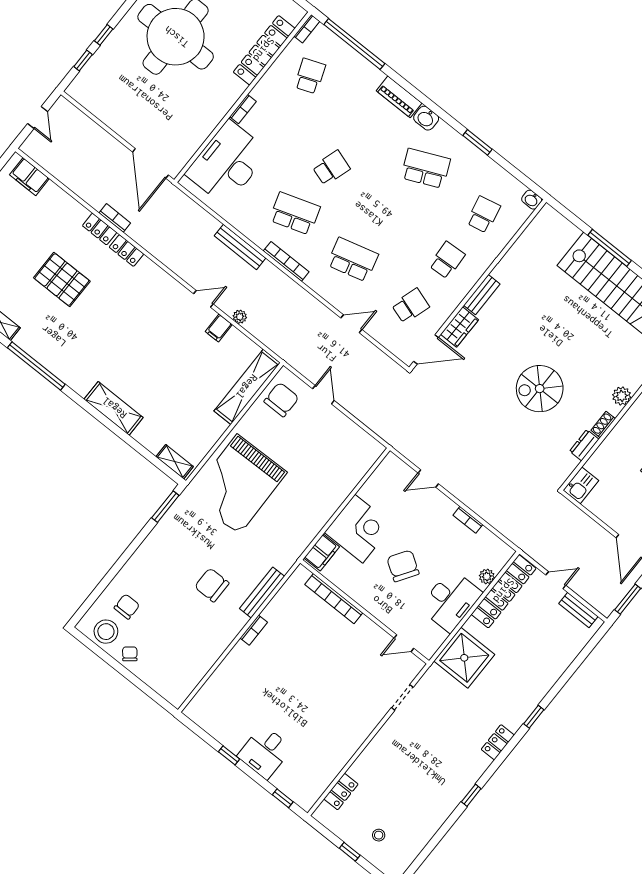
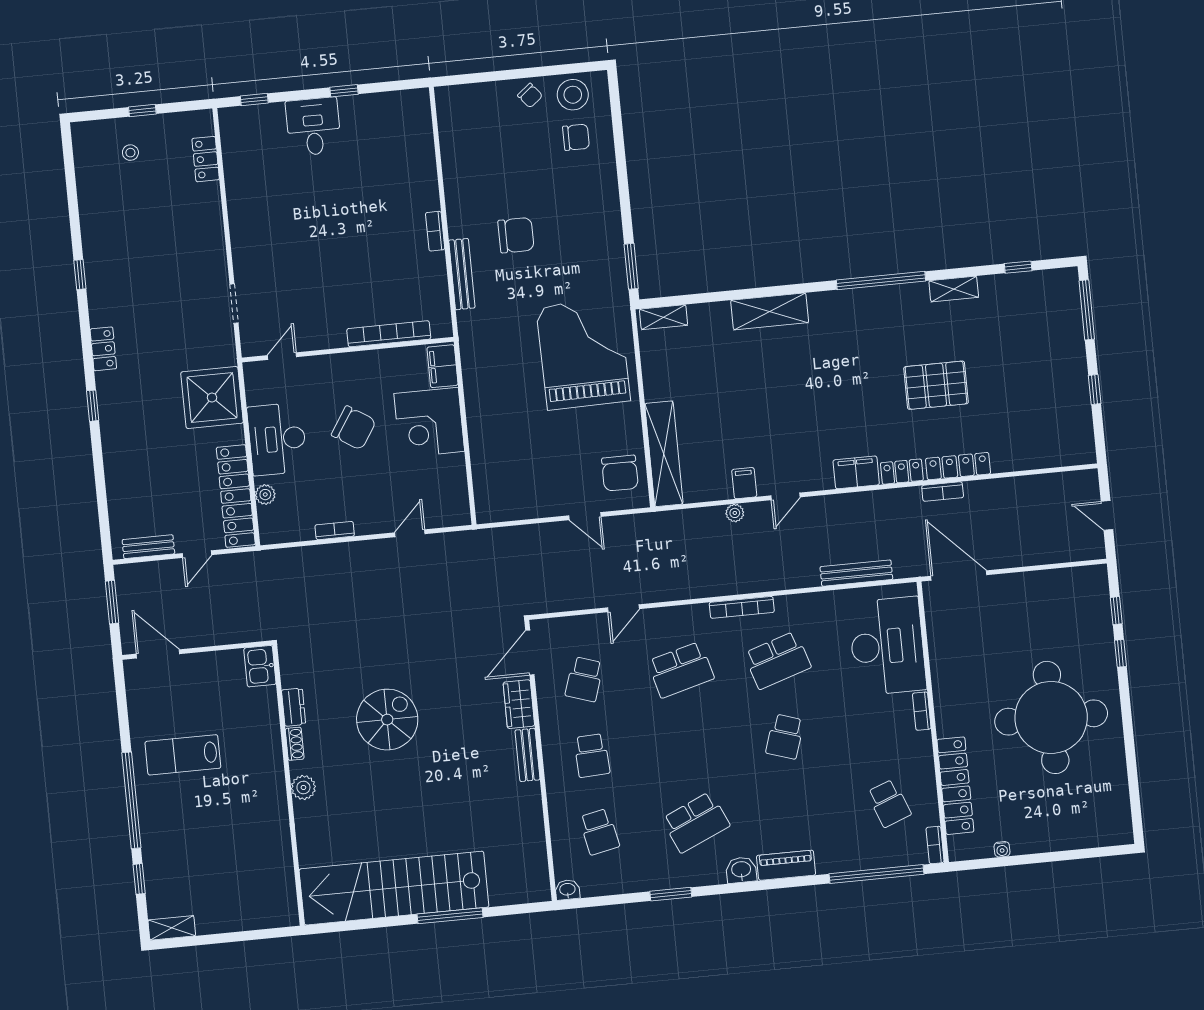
filing cabinet: (29, 177) -> (856, 472), moved
locker: (100, 229) -> (958, 466), width x1.53
bench: (240, 247) -> (856, 573), moved
chair: (127, 607) -> (576, 137), turned -90

